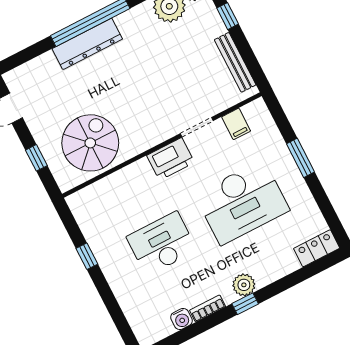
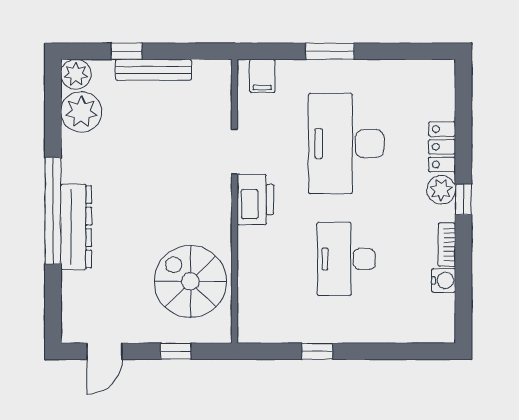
bench: (235, 62) -> (153, 70), moved
filing cabinet: (236, 124) -> (262, 76), moved, turned 90
desk: (242, 202) -> (346, 144), turned 180
locker: (317, 248) -> (442, 147), moved

